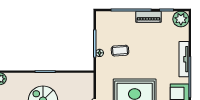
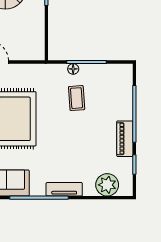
plant: (181, 19) -> (107, 185), moved
tv unit: (184, 59) -> (64, 189), width x0.71

